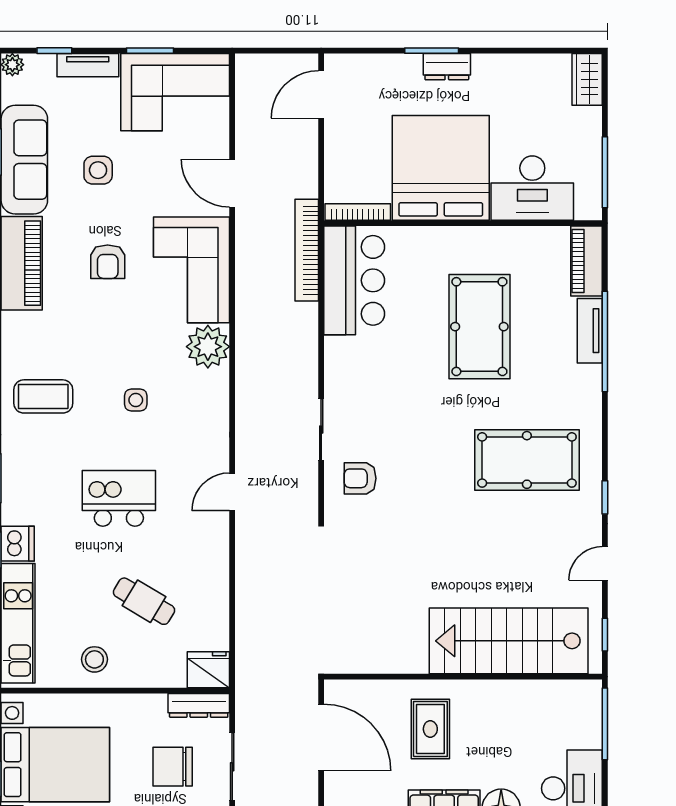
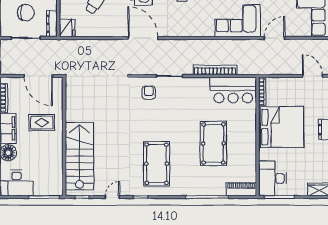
desk: (532, 188) -> (272, 178), moved
bookcase: (307, 250) -> (215, 70), moved
pool table: (479, 327) -> (213, 143), turned 90
tv unit: (590, 331) -> (212, 191), removed
plant: (208, 347) -> (205, 28), removed
door: (232, 492) -> (143, 38), width x1.87
door: (605, 563) -> (112, 197), hinge flipped
door: (321, 737) -> (38, 76), hinge flipped
chair: (173, 767) -> (26, 13), turned 90

